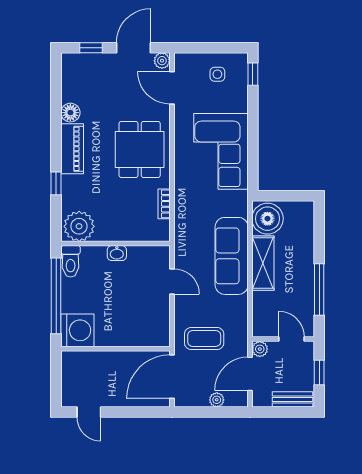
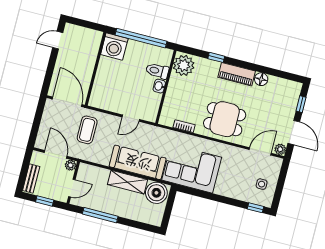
corner sofa: (221, 151) -> (192, 169), moved
toilet: (71, 261) -> (157, 71), moved
plant: (217, 400) -> (44, 128), removed

